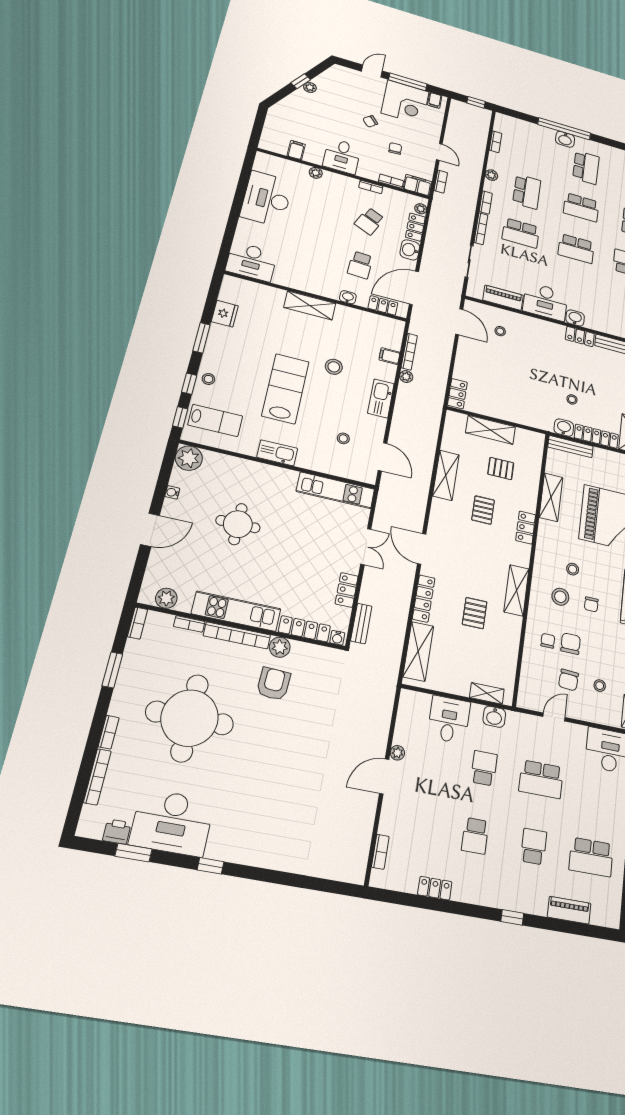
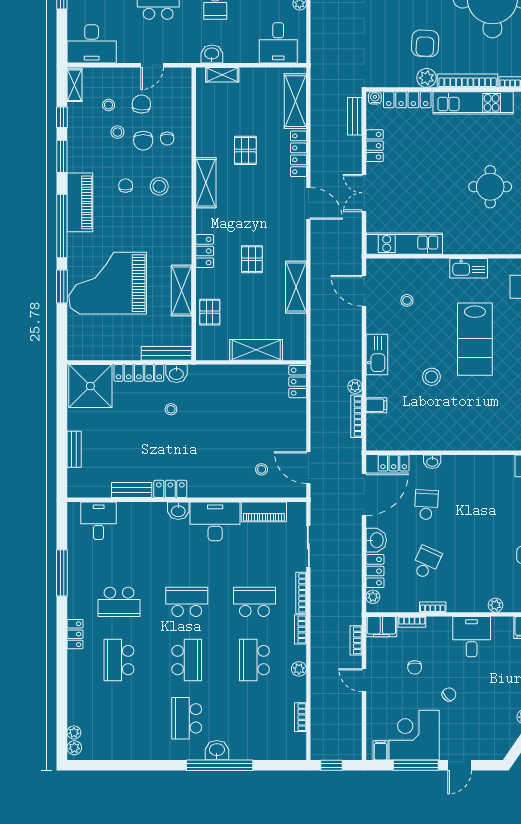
school desk: (581, 207) -> (187, 660), turned 90
shelving: (310, 305) -> (470, 440), removed
pallet: (501, 468) -> (210, 312), moved, turned 90
stool: (573, 569) -> (117, 132), moved
desk: (449, 720) -> (278, 43), moved

